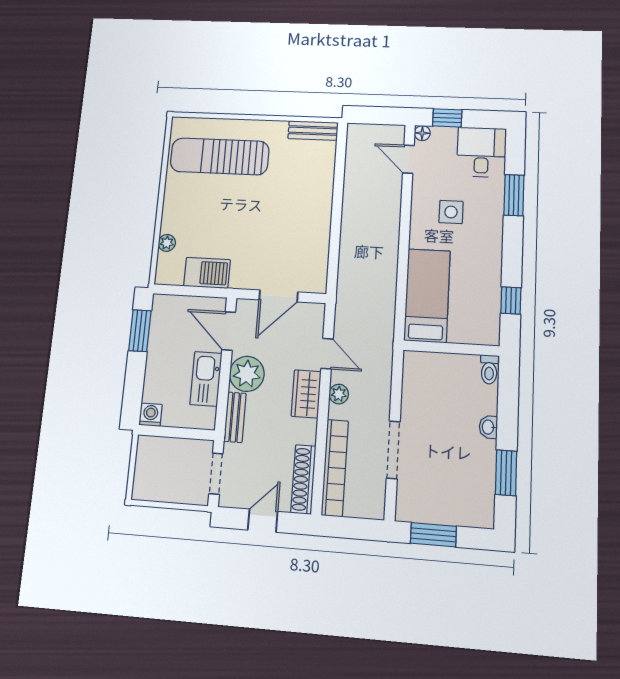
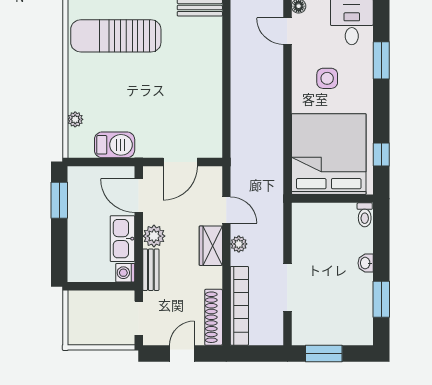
bed: (427, 295) -> (329, 154), width x2.04
plant: (247, 374) -> (154, 236), width x0.73, depth x0.73
washing machine: (151, 415) -> (125, 273), moved, turned -90

